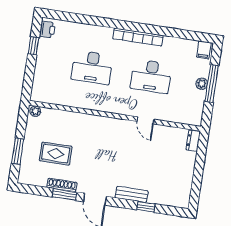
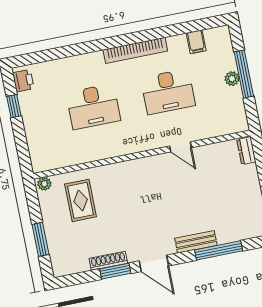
filing cabinet: (204, 50) -> (196, 42), moved
rug: (56, 154) -> (81, 200), moved, turned 90
window: (146, 207) -> (219, 250), width x2.17

